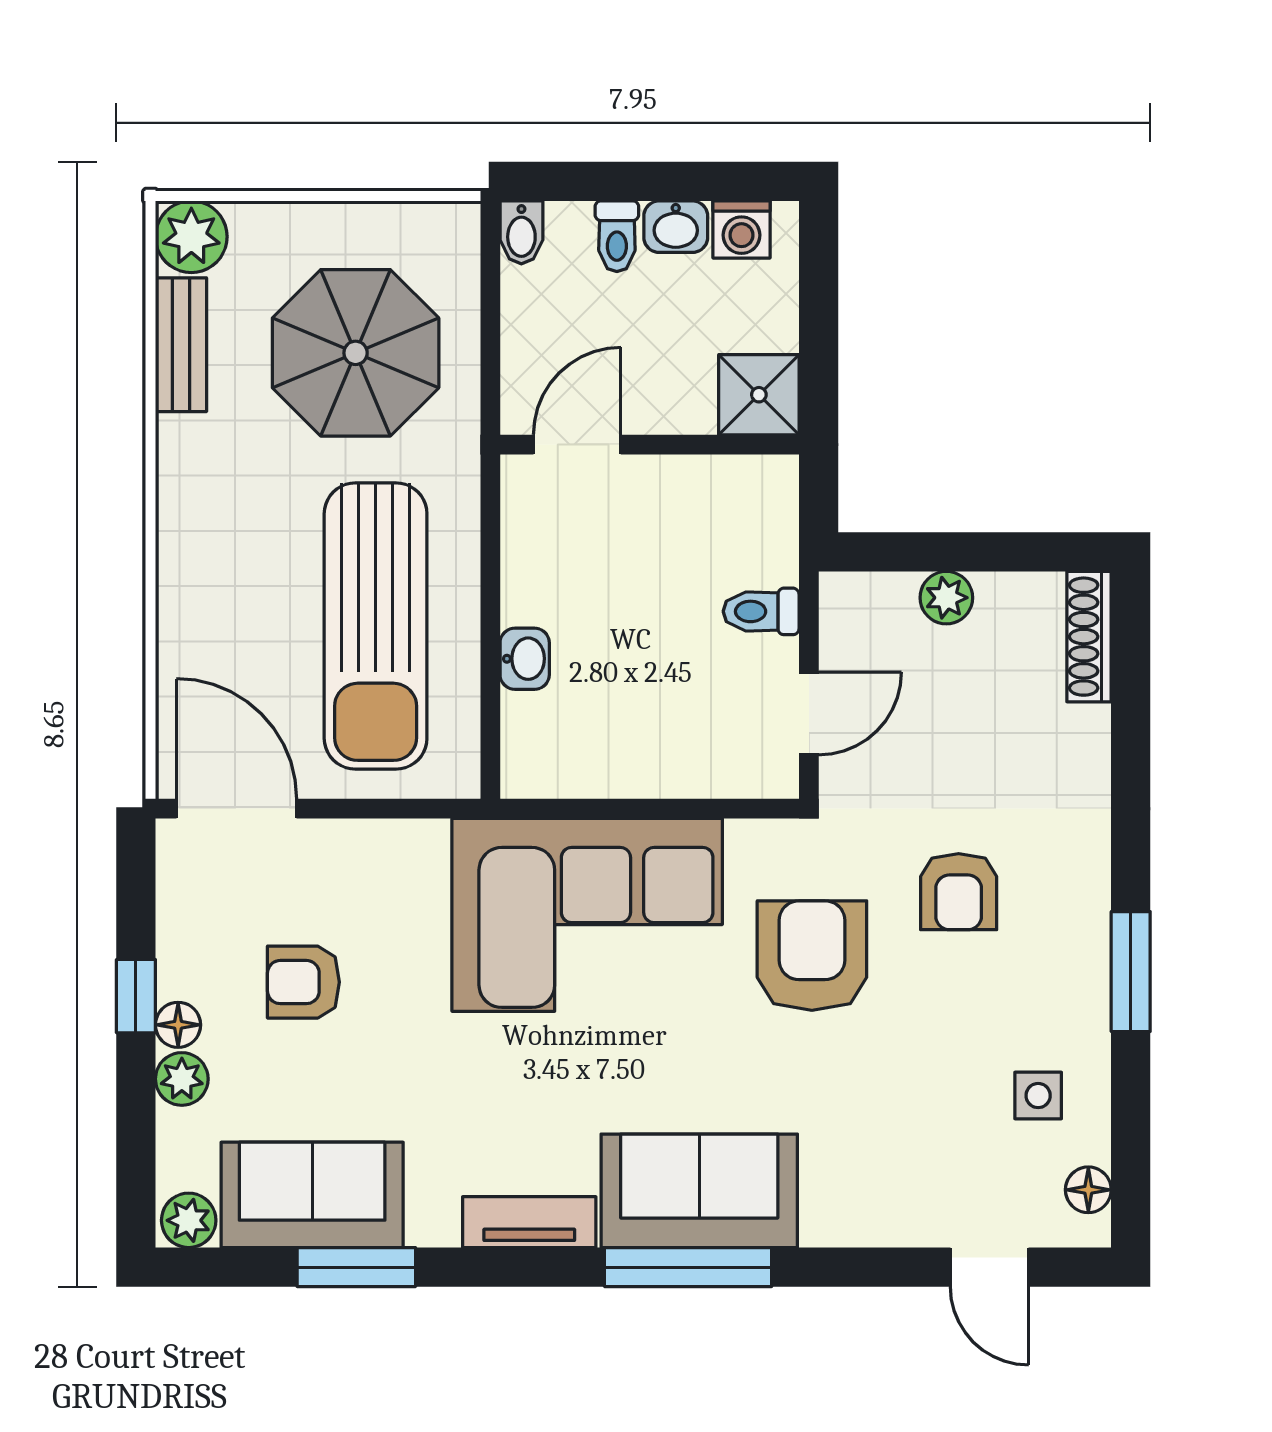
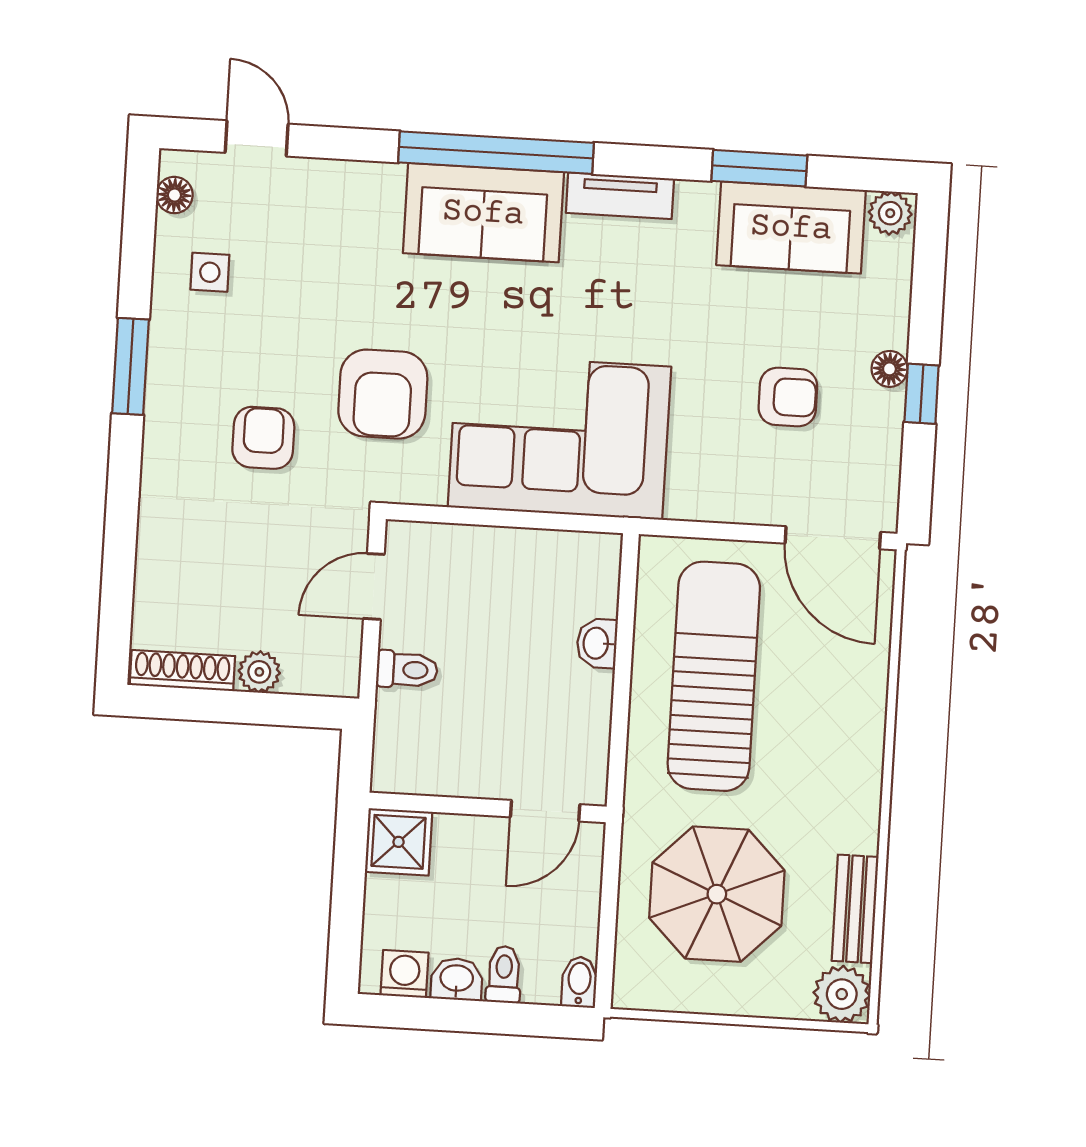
shoe rack: (1089, 637) -> (182, 671), moved, turned -90
plant: (182, 1079) -> (889, 326), removed
window: (688, 1267) -> (496, 153), width x1.46

